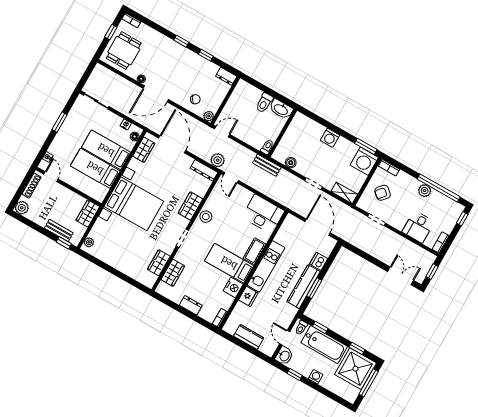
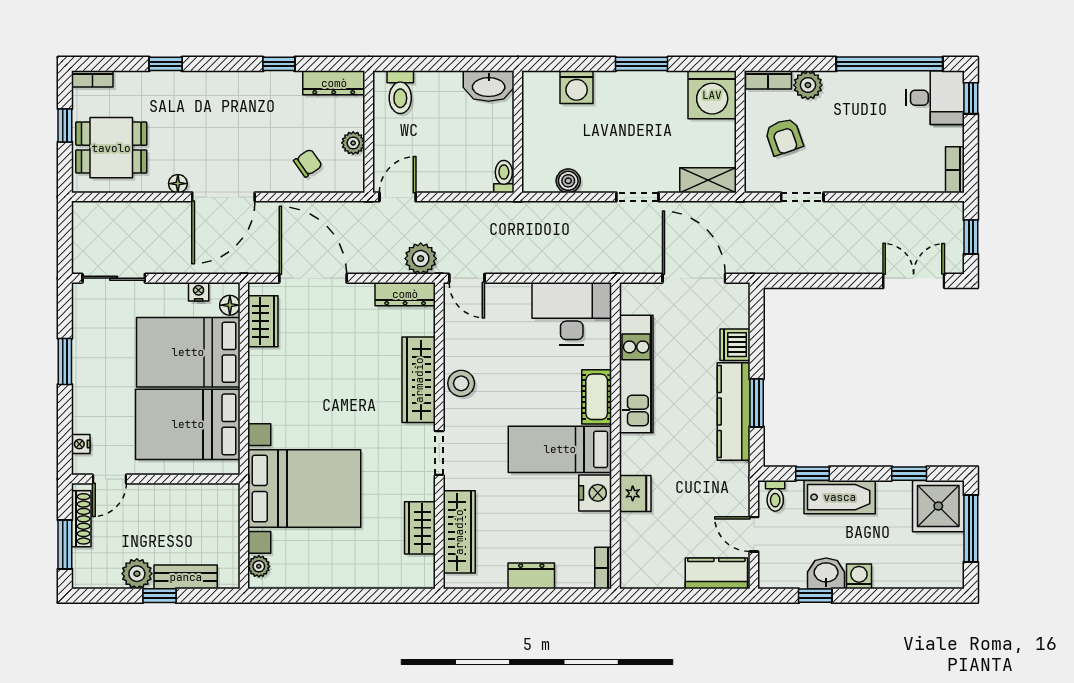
window: (181, 41) -> (166, 64), moved
dining table: (124, 51) -> (111, 148), turned 90
dresser: (226, 76) -> (334, 83), width x1.44
toilet: (264, 103) -> (400, 92), moved
plant: (209, 116) -> (353, 143), moved
washing machine: (330, 138) -> (577, 87), moved
window: (366, 146) -> (642, 64), moved
bed: (106, 150) -> (188, 352), width x1.50
bench: (267, 165) -> (524, 213), removed
bed: (95, 168) -> (188, 424), width x1.50
door: (51, 177) -> (109, 479), swing flipped
plant: (425, 191) -> (808, 85), moved
window: (20, 192) -> (65, 545), added
armchair: (383, 193) -> (784, 137), turned -60
bed with nightstands: (134, 204) -> (304, 488), moved
wardrobe: (190, 206) -> (419, 380), width x1.50
plant: (22, 208) -> (137, 574), moved
wardrobe: (88, 213) -> (224, 510), removed
desk: (418, 227) -> (935, 98), moved, turned -90
window: (64, 243) -> (159, 596), moved
kitchen unit: (266, 266) -> (636, 374), moved
wardrobe: (173, 273) -> (459, 532), width x1.50
kitchen counter: (249, 337) -> (716, 573), moved
bathtub: (324, 345) -> (840, 497), width x0.73, depth x0.73
washbasin: (284, 356) -> (826, 573), moved, turned -90
shower: (355, 369) -> (938, 506), width x0.73, depth x0.73

